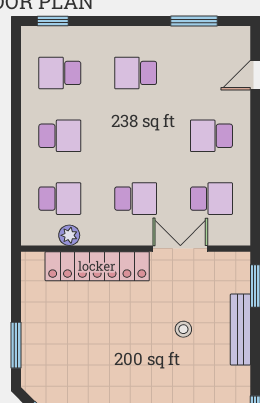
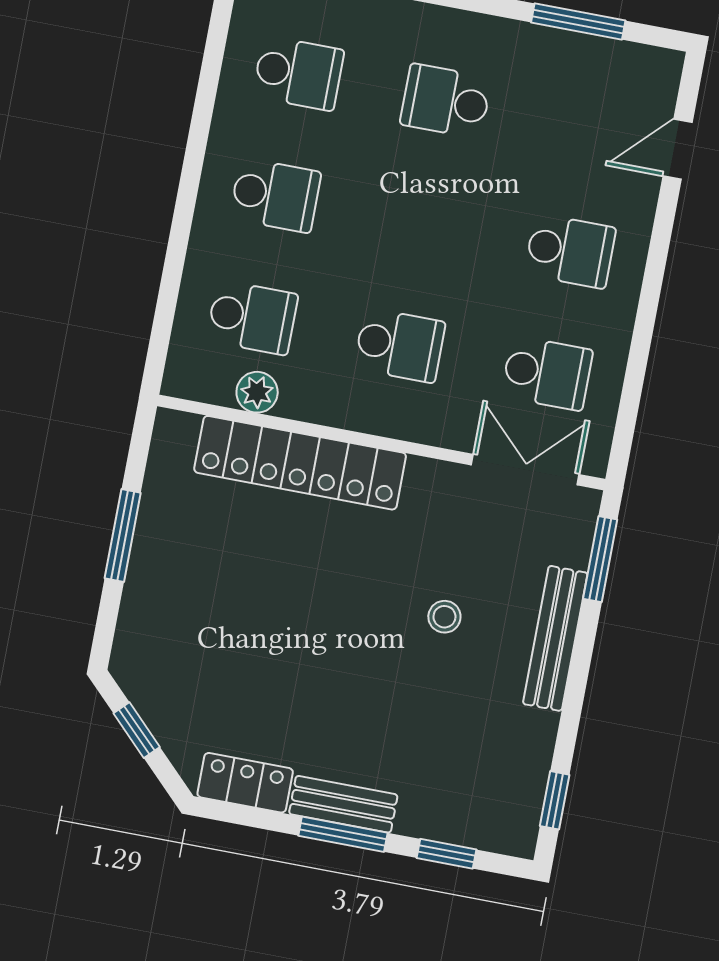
school desk: (60, 73) -> (298, 73), turned 180
school desk: (211, 136) -> (570, 251), turned 180
double door: (180, 249) -> (525, 470), moved
window: (16, 345) -> (123, 535), moved

